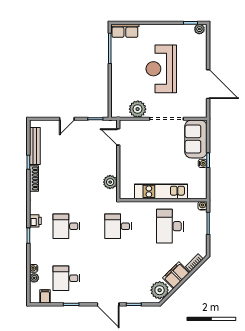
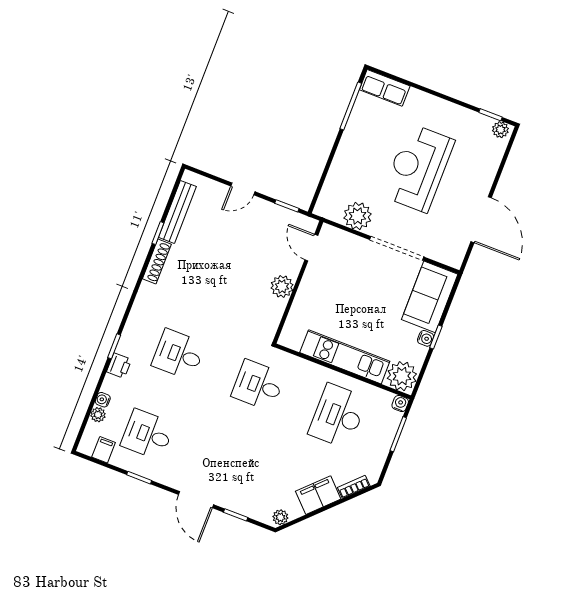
plant: (110, 182) -> (282, 286), moved
plant: (197, 190) -> (402, 376), added
printer: (35, 221) -> (119, 366), moved
plant: (160, 290) -> (280, 517), width x0.53, depth x0.53

